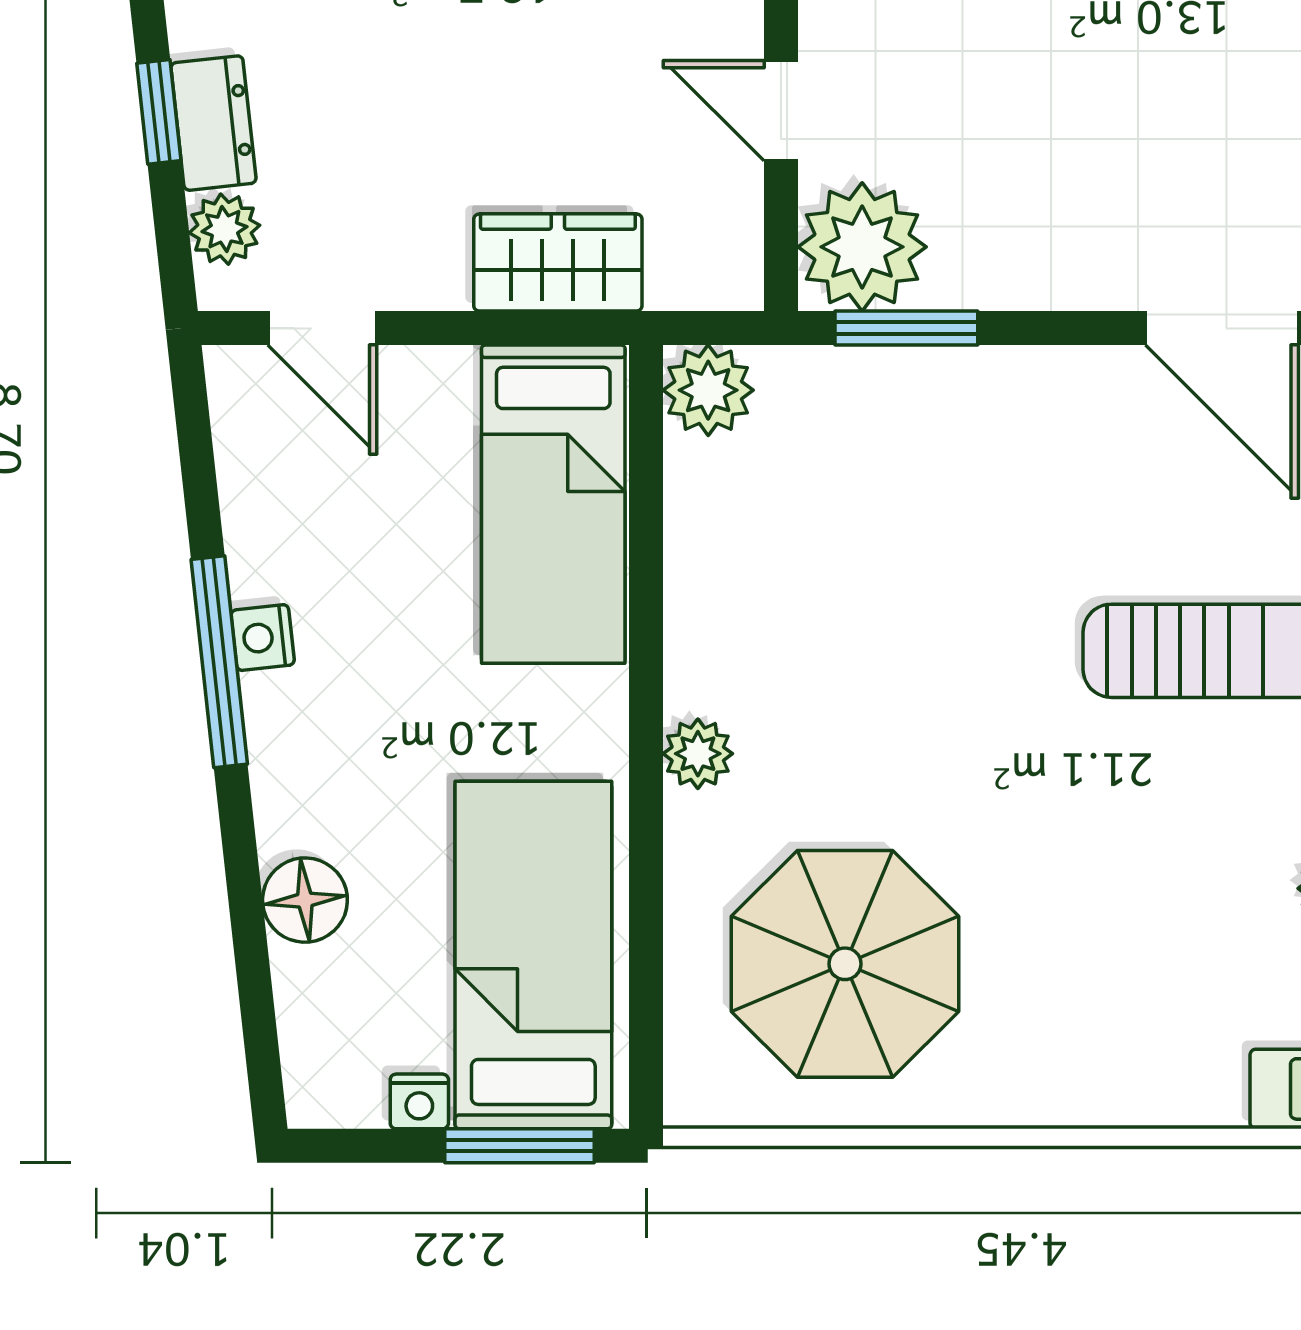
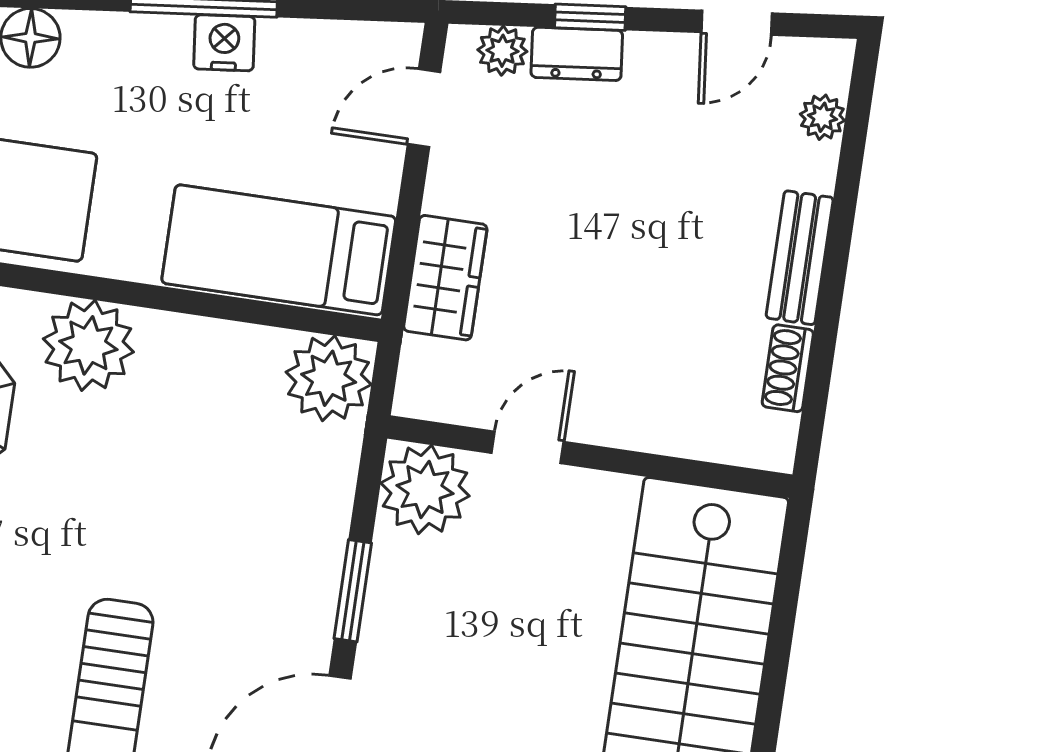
window: (906, 328) -> (353, 591), moved
plant: (708, 390) -> (329, 378), width x1.36, depth x1.36
nightstand: (263, 638) -> (224, 43), width x1.39, depth x1.35
plant: (698, 754) -> (88, 345), width x1.88, depth x1.88

